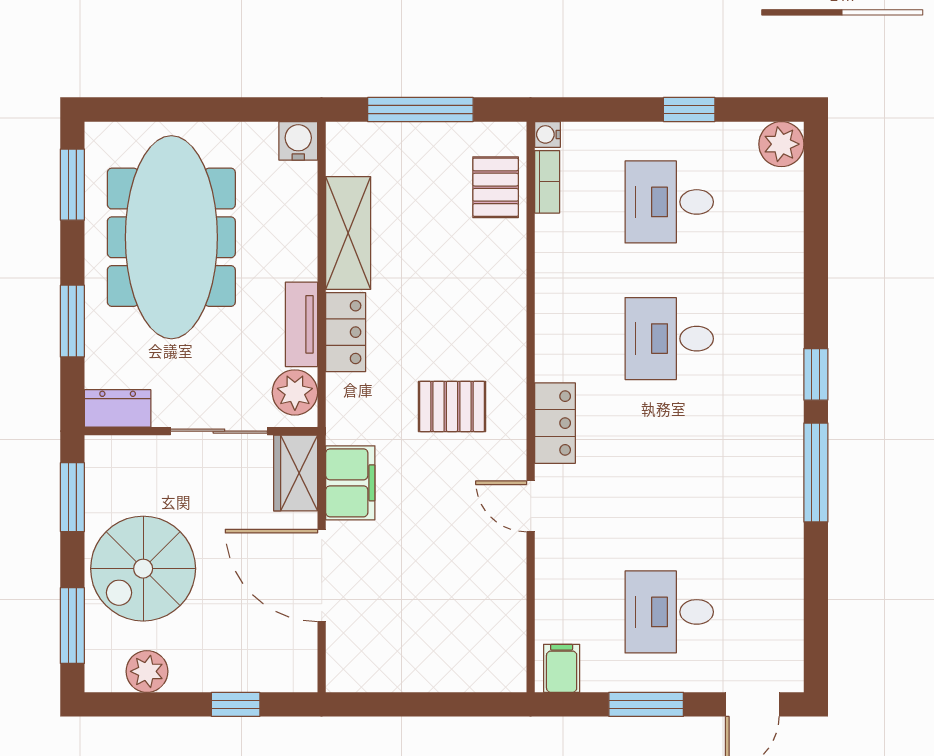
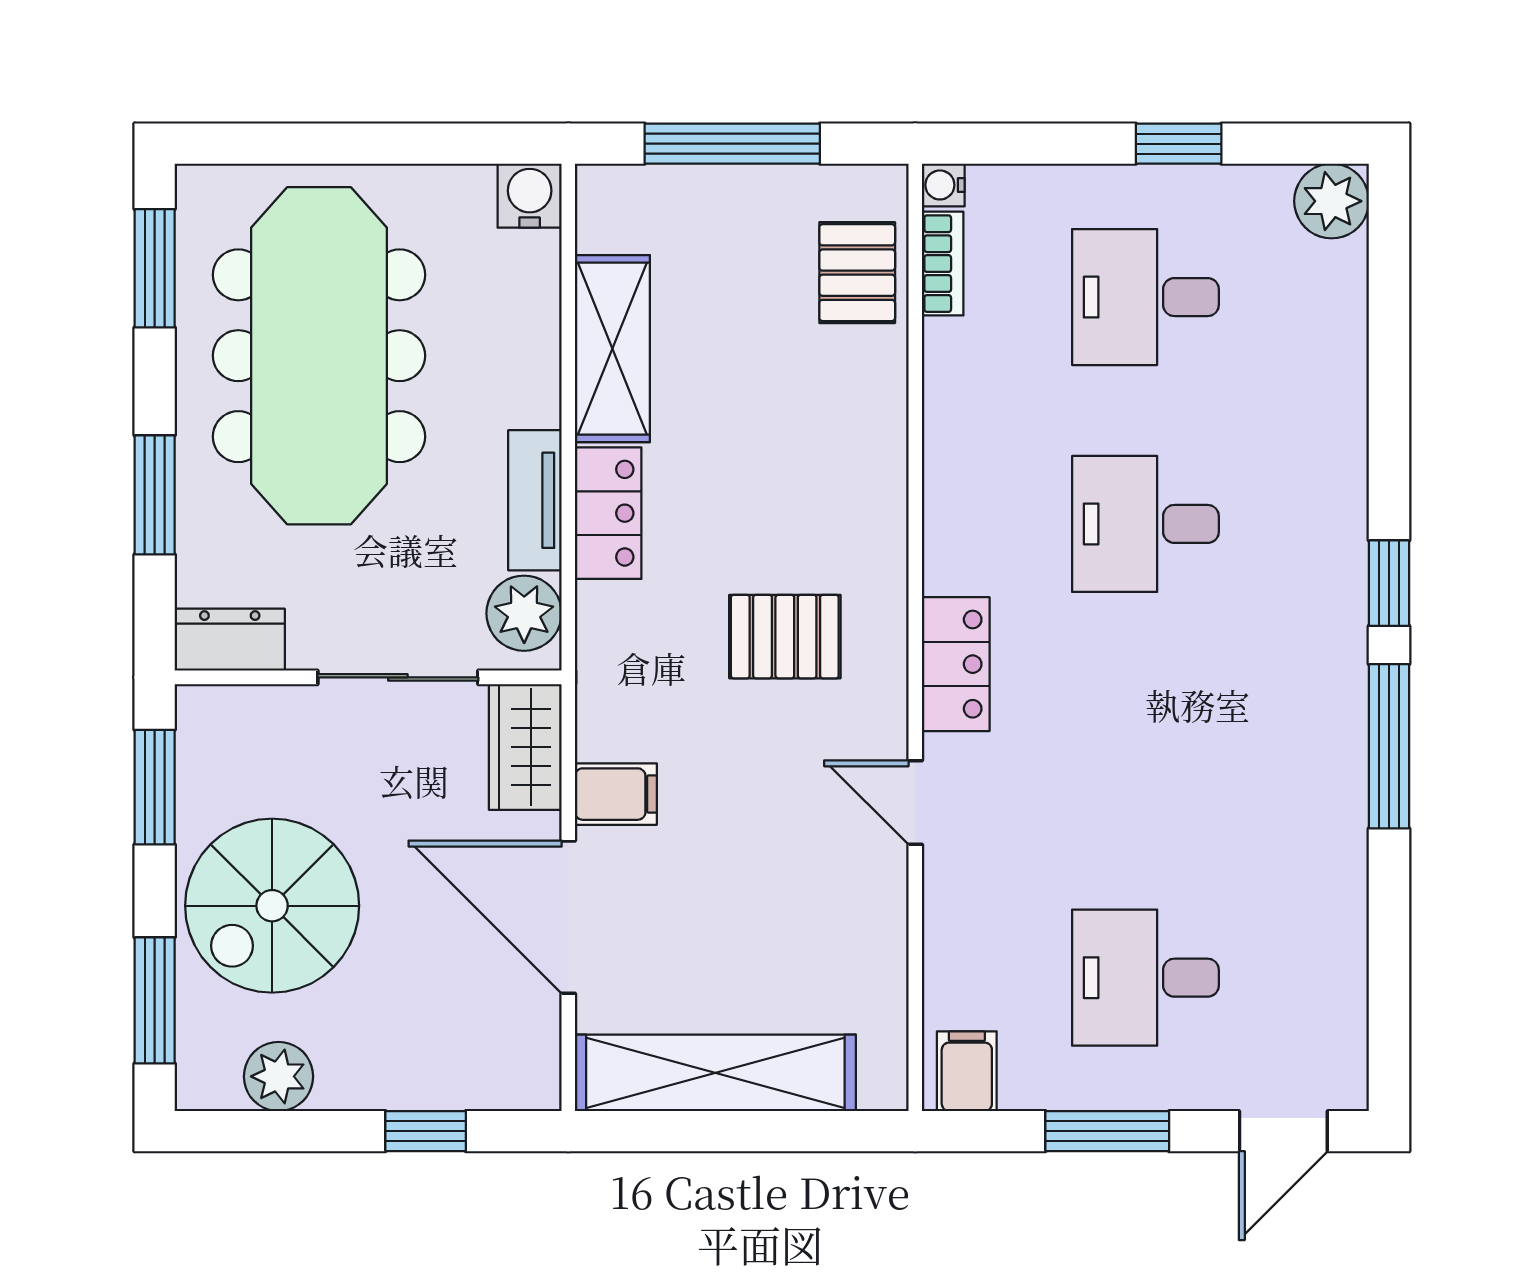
filing cabinet: (350, 483) -> (616, 794), width x0.50
shelving: (410, 669) -> (715, 1073), added

